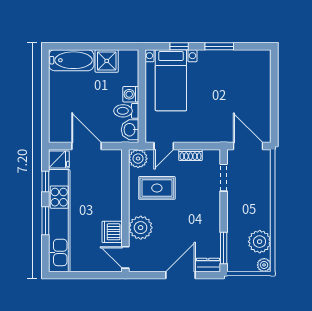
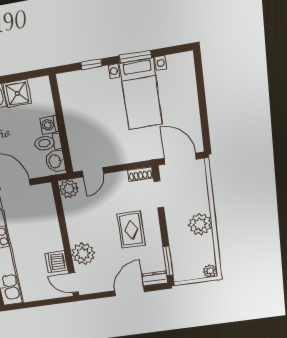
bed with nightstands: (171, 80) -> (141, 94), moved
shoe rack: (191, 155) -> (140, 174), moved
rug: (157, 188) -> (131, 230), moved, turned 90
plant: (260, 242) -> (200, 224), moved

